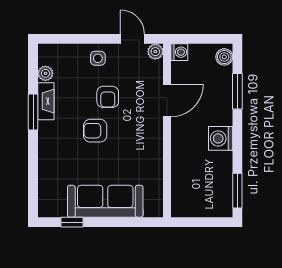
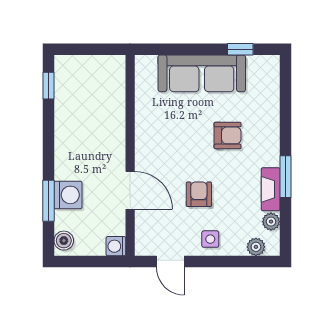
plant: (155, 52) -> (256, 247), moved
door: (167, 100) -> (130, 190), swing flipped
armchair: (95, 131) -> (228, 135), moved
washing machine: (221, 138) -> (68, 195), moved
window: (237, 191) -> (49, 86), width x0.67

